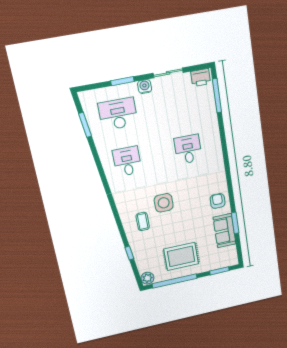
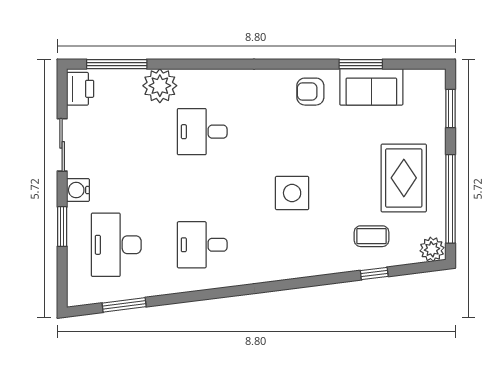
plant: (209, 122) -> (160, 86), added
coffee table: (143, 221) -> (372, 236), moved

